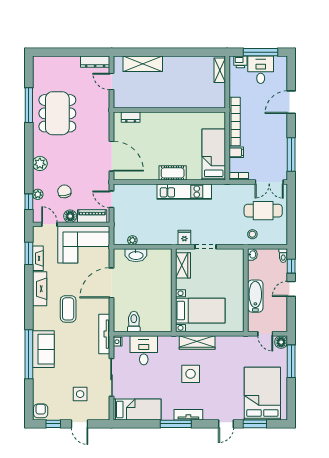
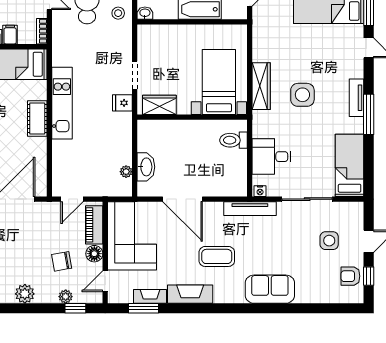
toilet: (134, 322) -> (233, 140), moved
window: (29, 354) -> (277, 308), removed
armchair: (41, 411) -> (350, 276), moved

